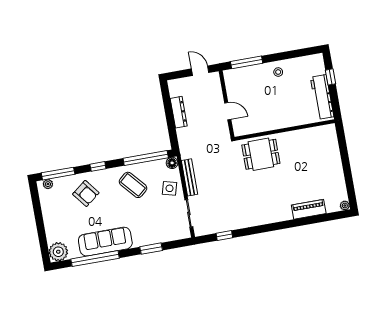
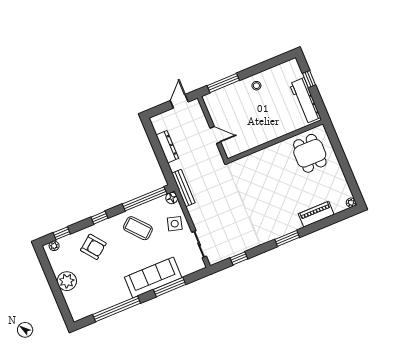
door: (200, 71) -> (179, 101), hinge flipped
dining table: (261, 154) -> (310, 153), moved, turned 90
window: (58, 174) -> (62, 233), width x0.46
bench: (189, 177) -> (183, 188), moved
window: (275, 226) -> (287, 238), added
sofa: (105, 242) -> (153, 277), moved
window: (151, 249) -> (170, 287), width x1.44
plant: (58, 252) -> (67, 281), moved

